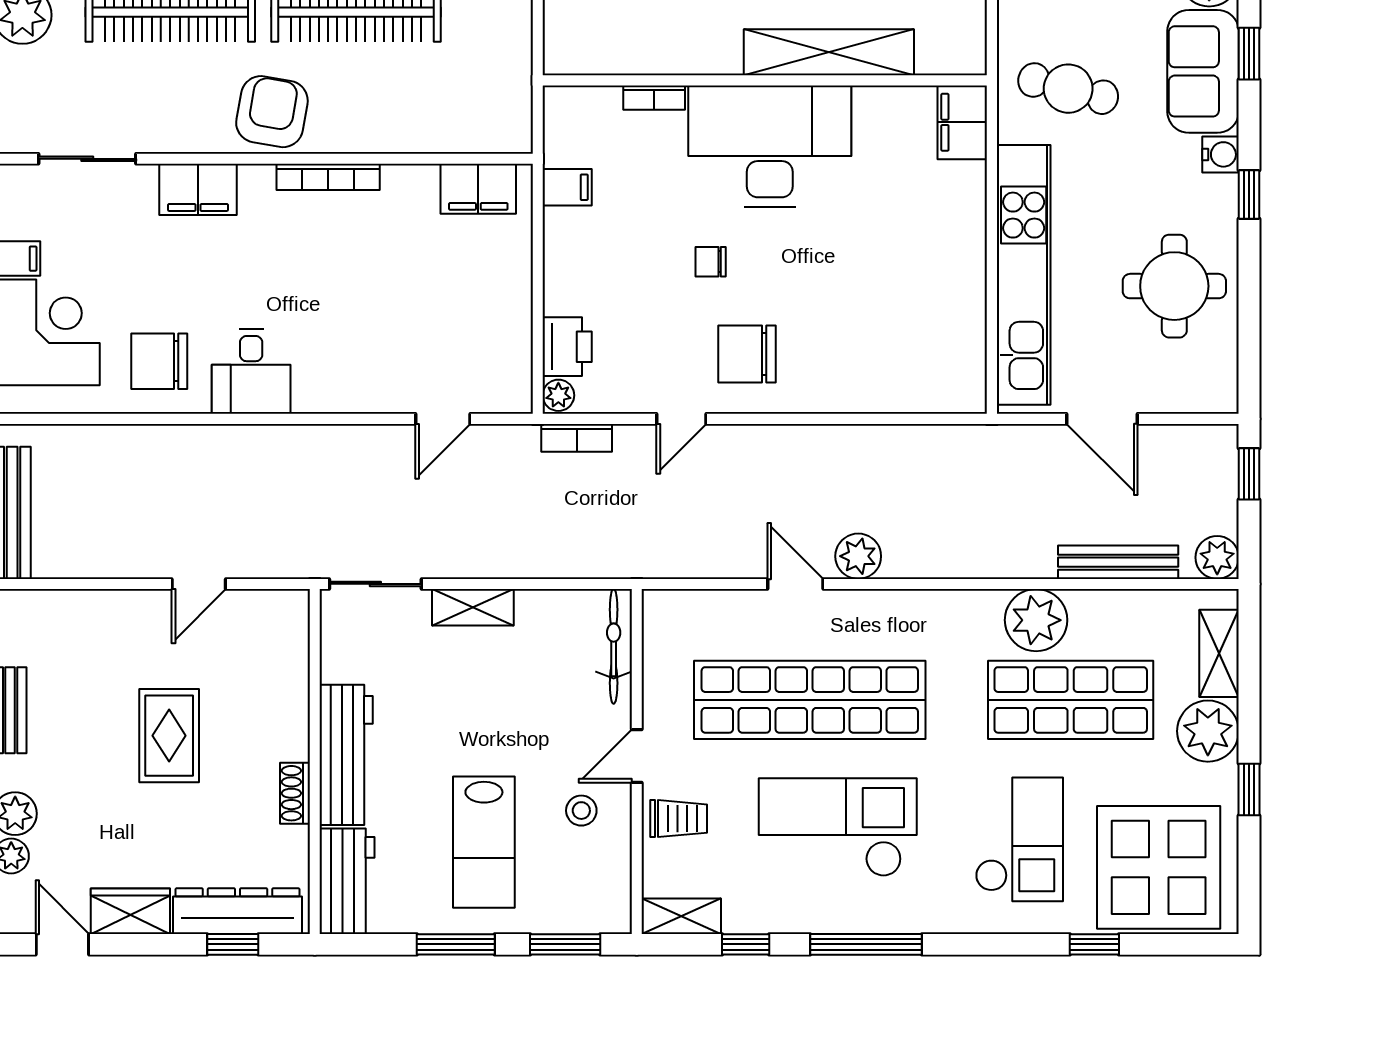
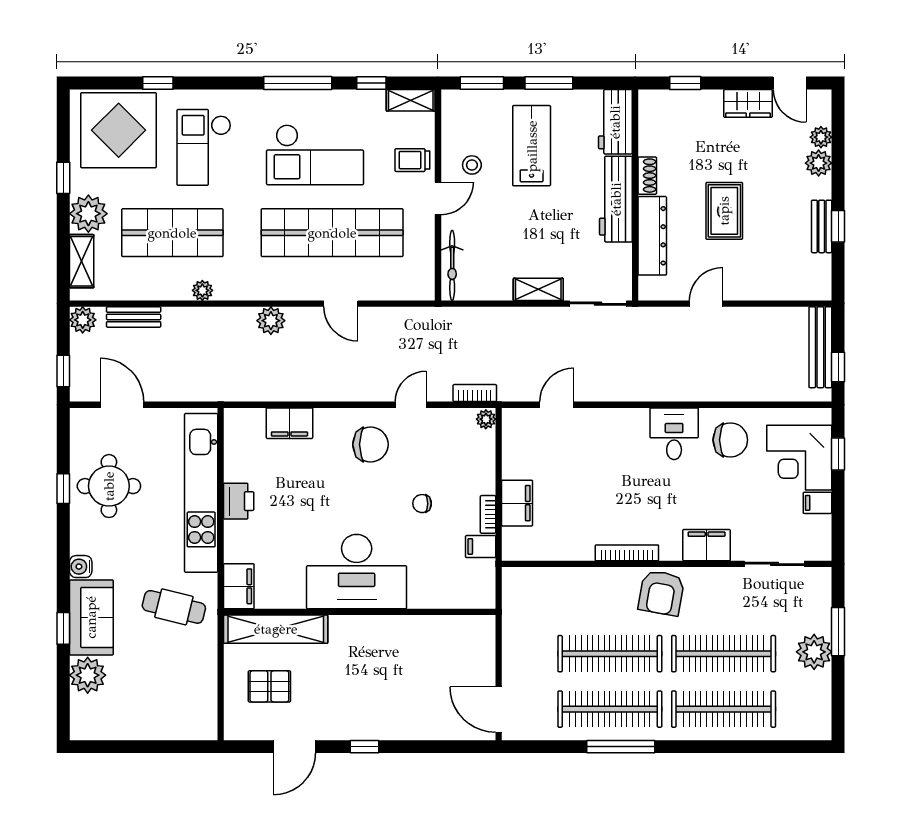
shelving: (829, 52) -> (276, 629), moved
bookcase: (654, 98) -> (488, 514), moved, turned -90
filing cabinet: (478, 189) -> (517, 503), moved, turned 90
window: (1249, 195) -> (63, 489), moved
chair: (711, 262) -> (422, 504), moved, turned 180
printer: (567, 347) -> (239, 501), moved, turned 180
filing cabinet: (879, 389) -> (289, 423), added
door: (1102, 419) -> (122, 405), moved
plant: (858, 556) -> (271, 321), moved
bench: (1118, 562) -> (134, 317), width x0.73
plant: (1036, 620) -> (202, 290), width x0.53, depth x0.53
dresser: (237, 911) -> (652, 236), moved, turned -90

